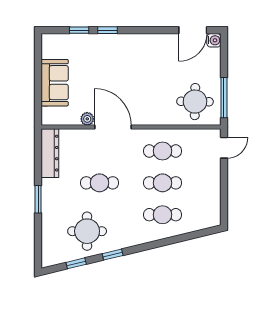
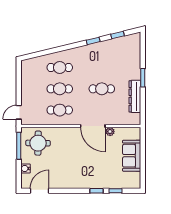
water cooler: (214, 40) -> (25, 169), moved
dresser: (50, 153) -> (135, 96), moved
round table: (87, 231) -> (110, 57), removed

